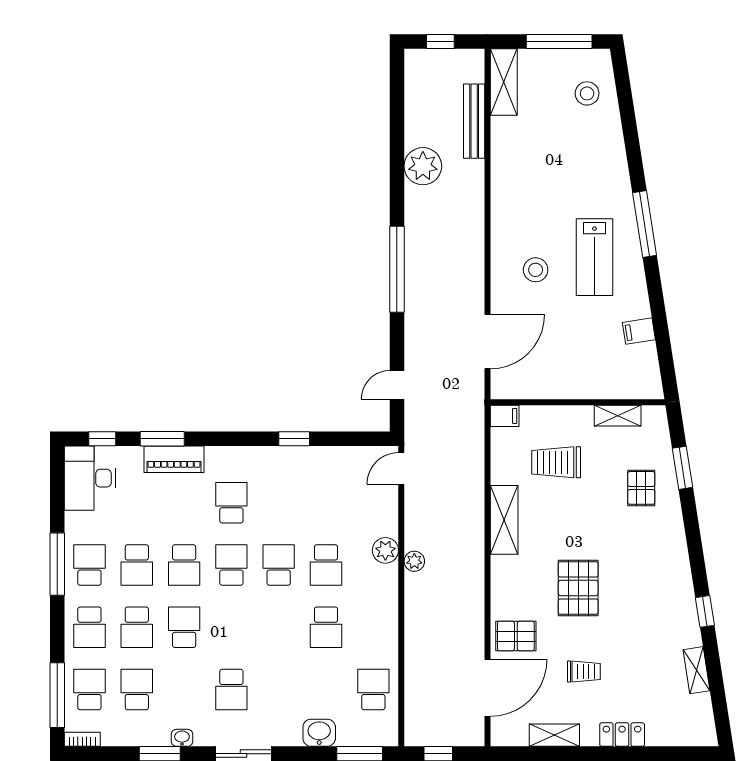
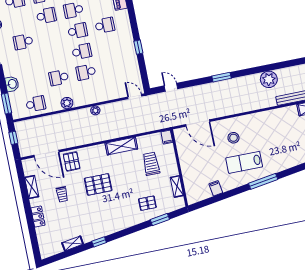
window: (397, 269) -> (221, 77), width x0.47
plant: (385, 550) -> (67, 103), moved

